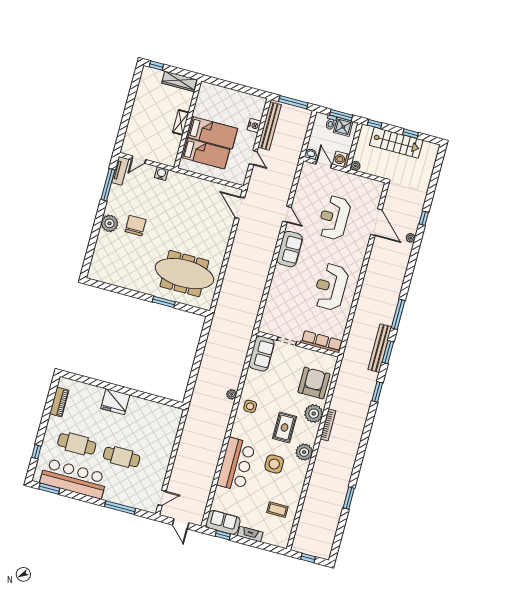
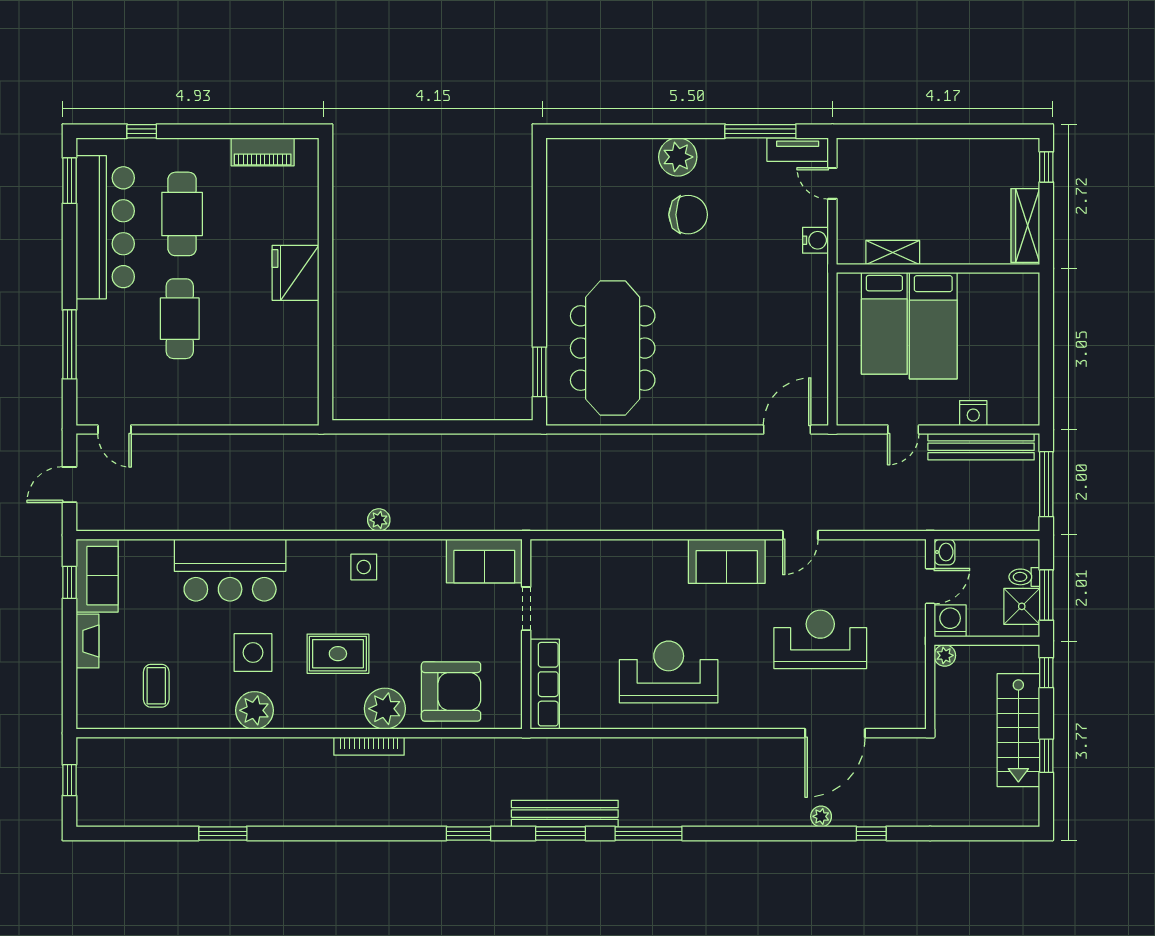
shelving: (181, 122) -> (893, 252), moved
window: (164, 302) -> (539, 372), moved
plant: (304, 452) -> (254, 710), moved

